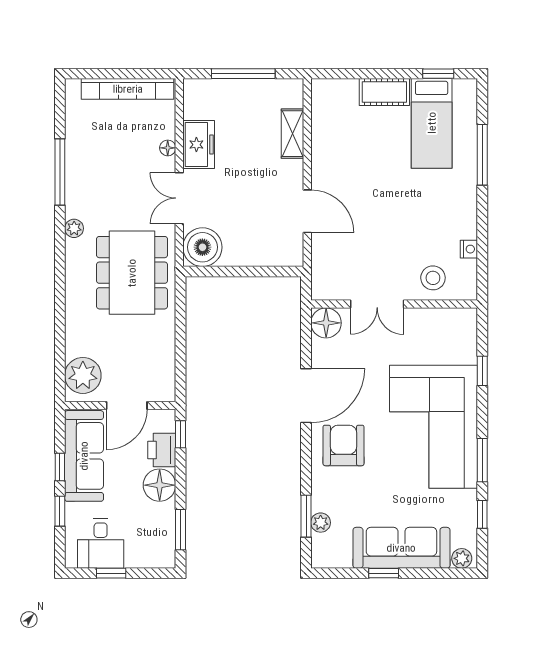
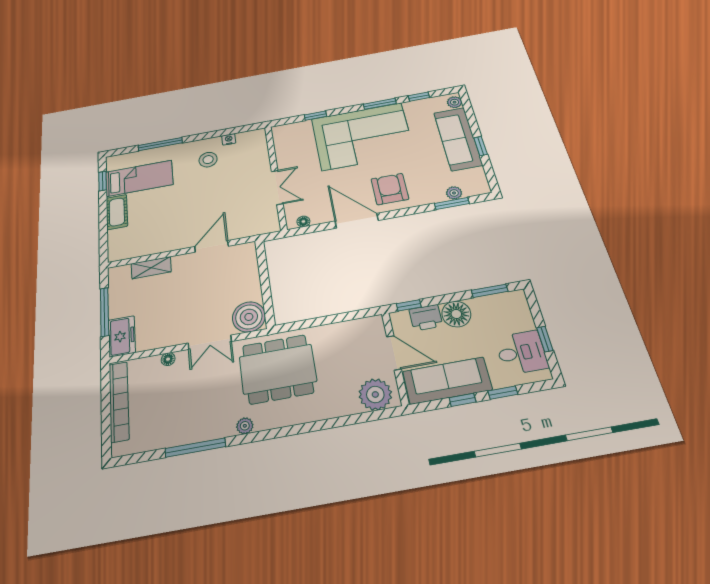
freezer: (199, 145) -> (122, 336), moved, turned 90
stool: (433, 278) -> (208, 160), moved
floor lamp: (326, 323) -> (303, 222), width x0.53, depth x0.53
armchair: (344, 445) -> (390, 189), turned 90

